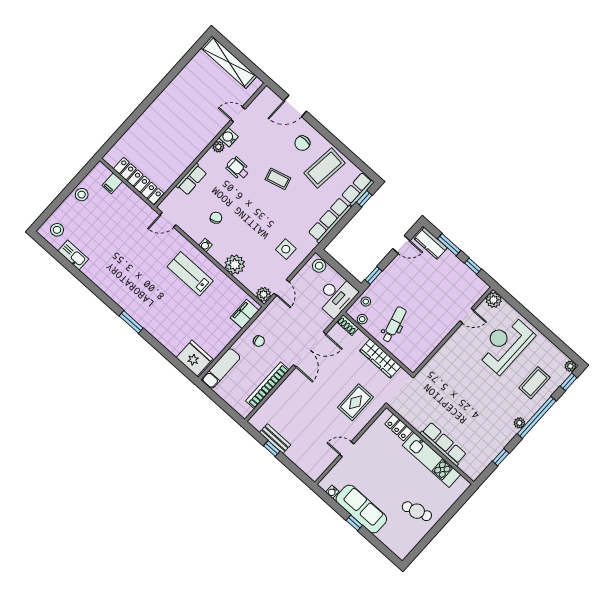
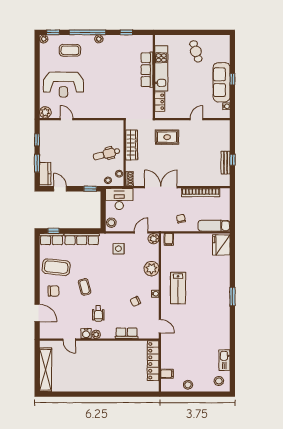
filing cabinet: (245, 314) -> (169, 239), width x0.50
door: (347, 449) -> (197, 119), swing flipped

